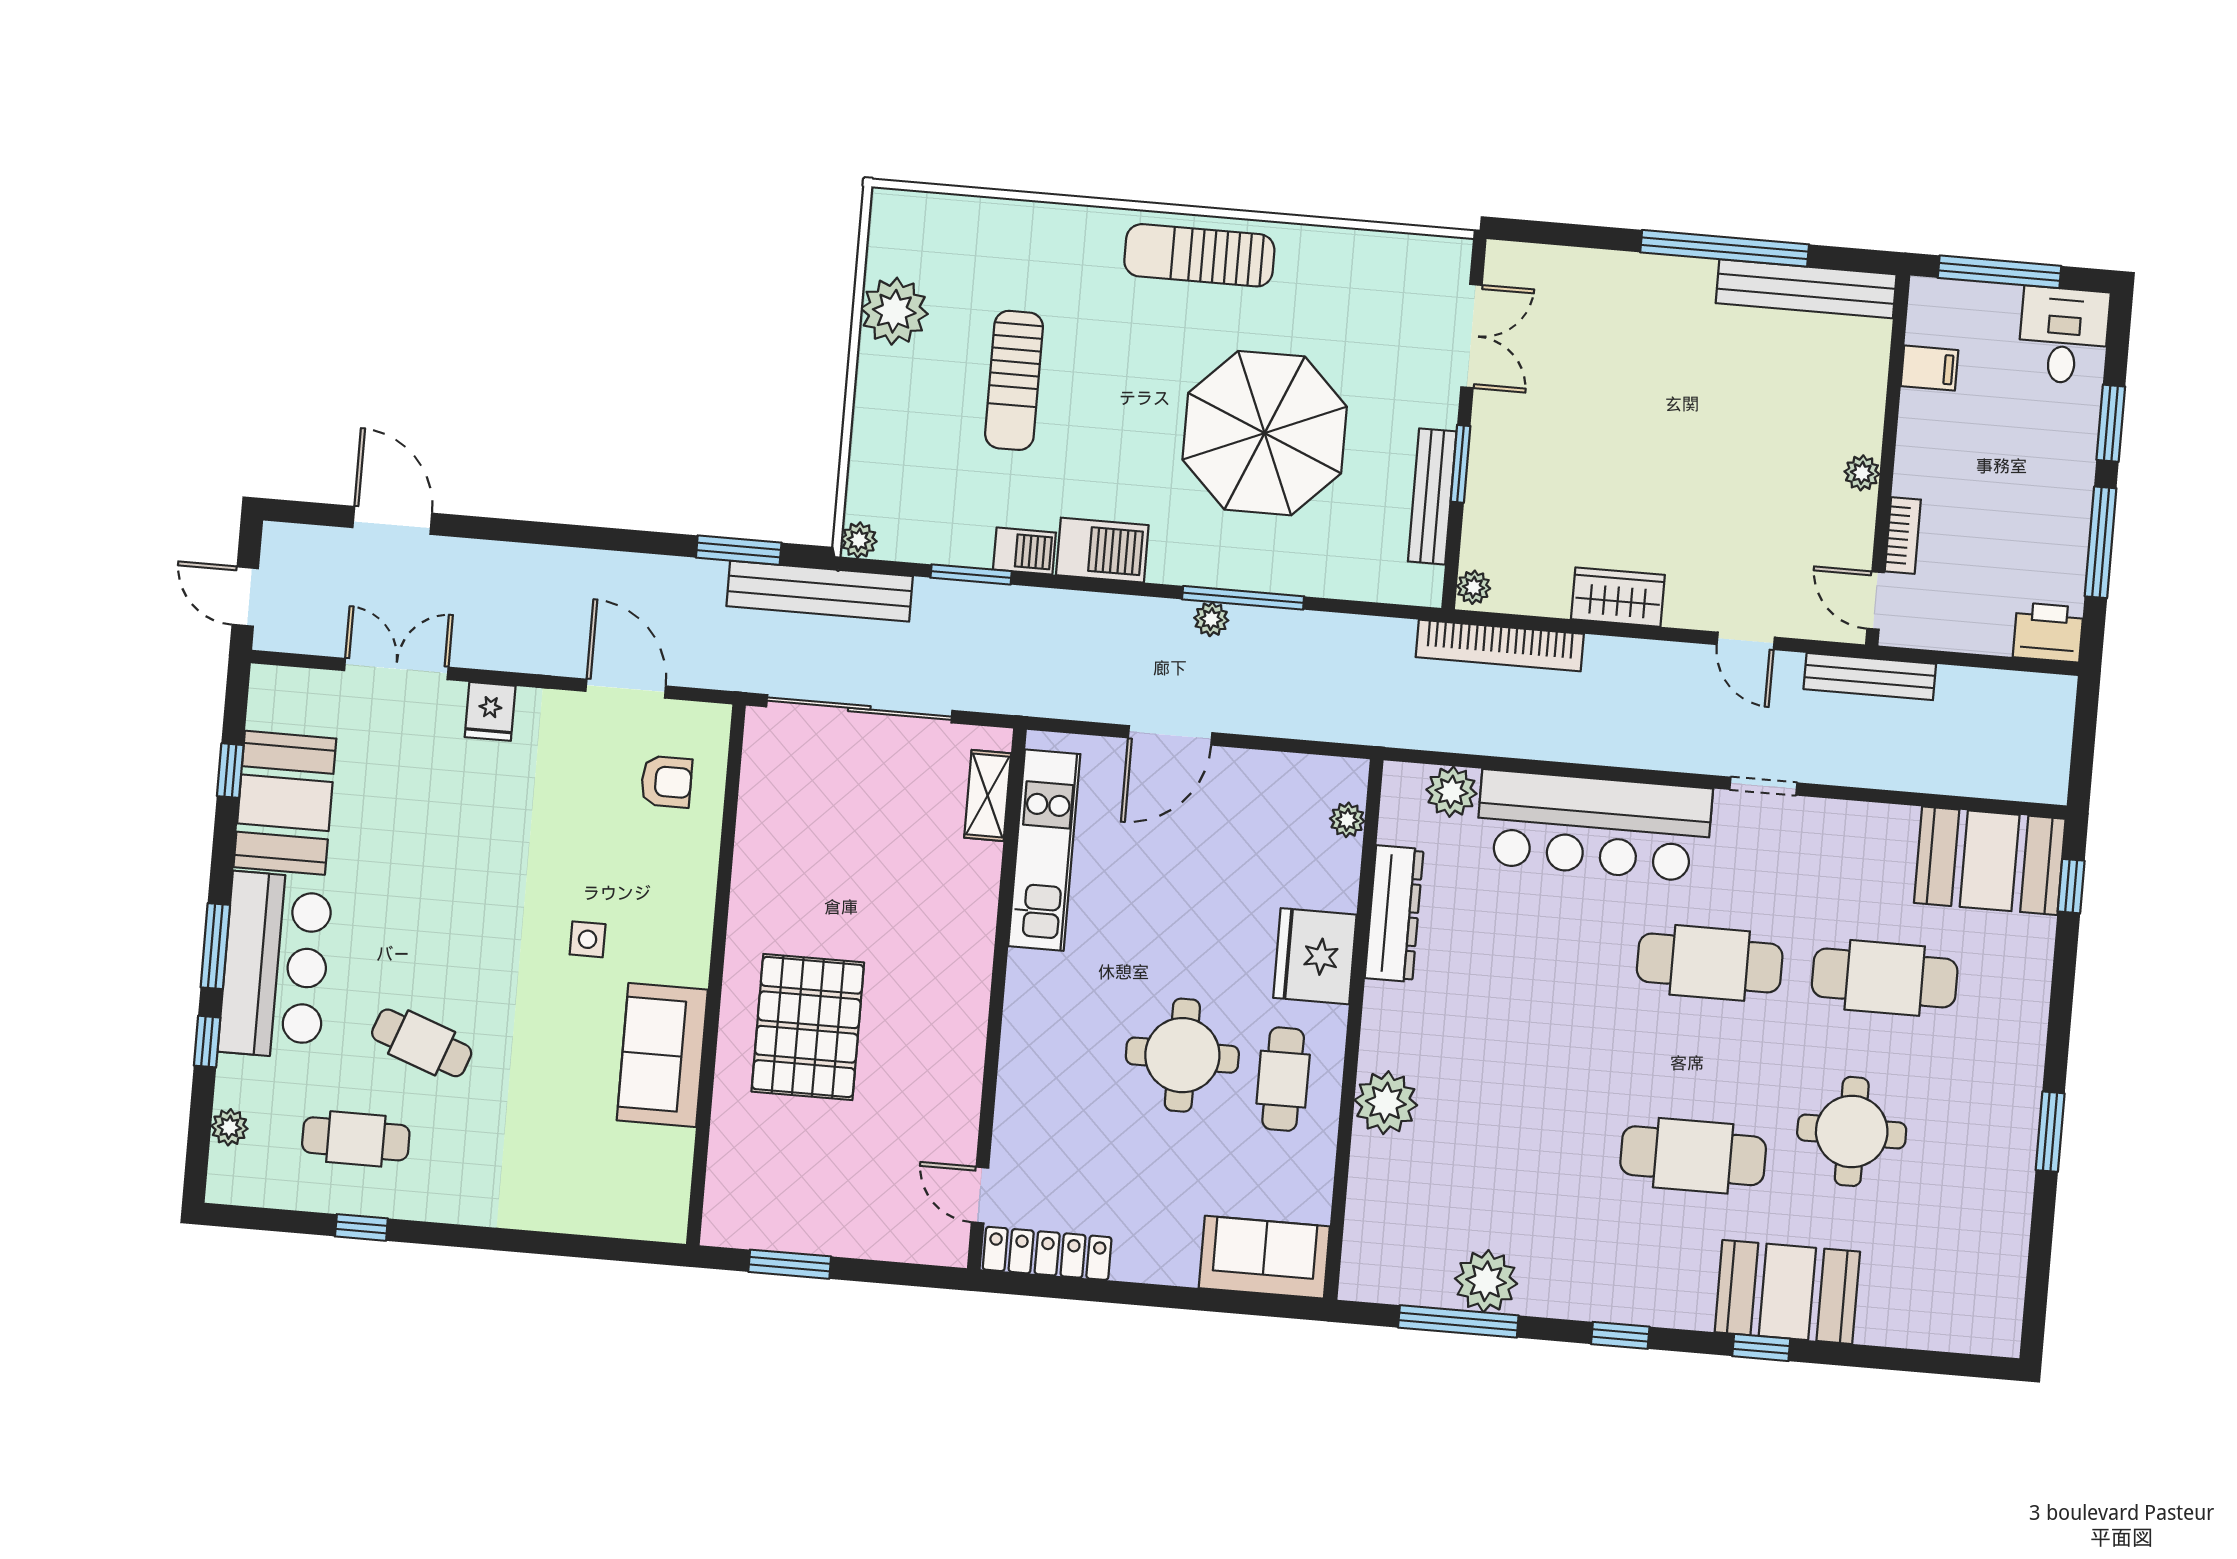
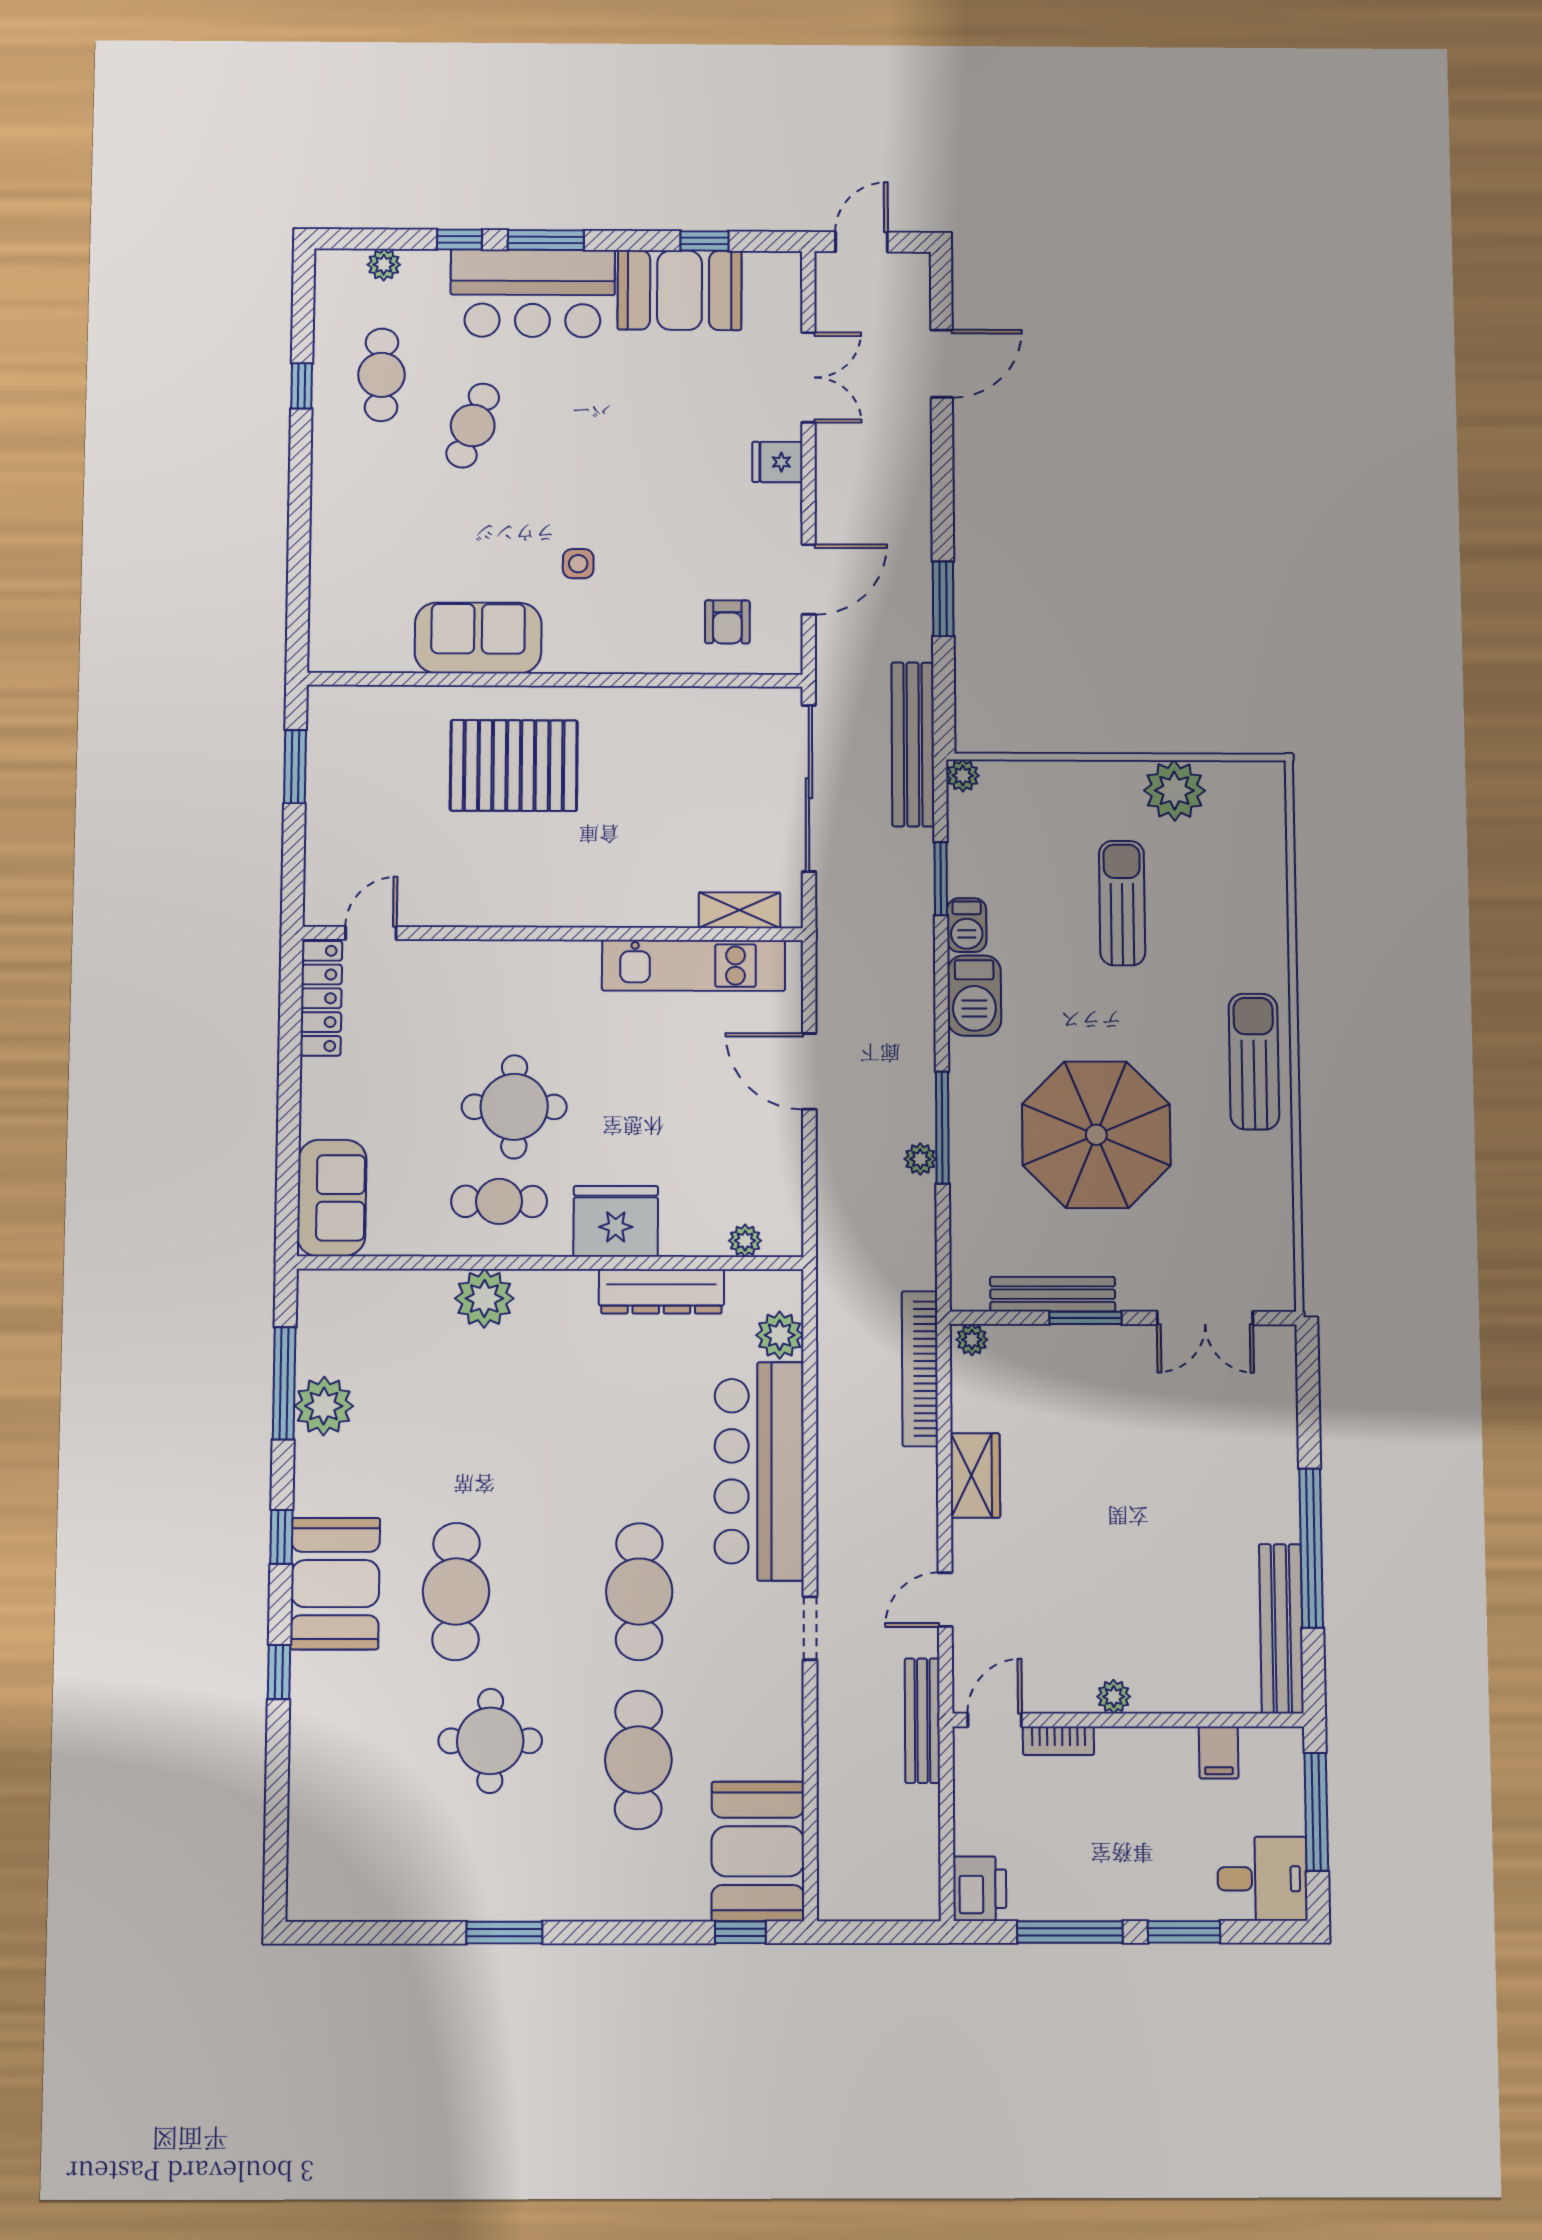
sun lounger: (1014, 380) -> (1122, 903), turned 90
window: (739, 550) -> (943, 599), moved
plant: (1211, 619) -> (920, 1159), moved
booth: (1787, 1292) -> (335, 1584), moved

